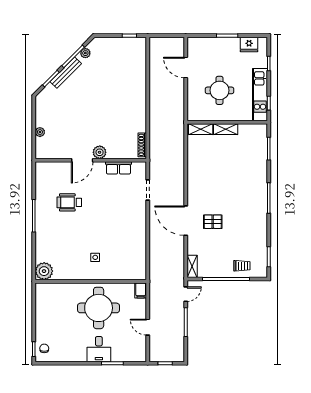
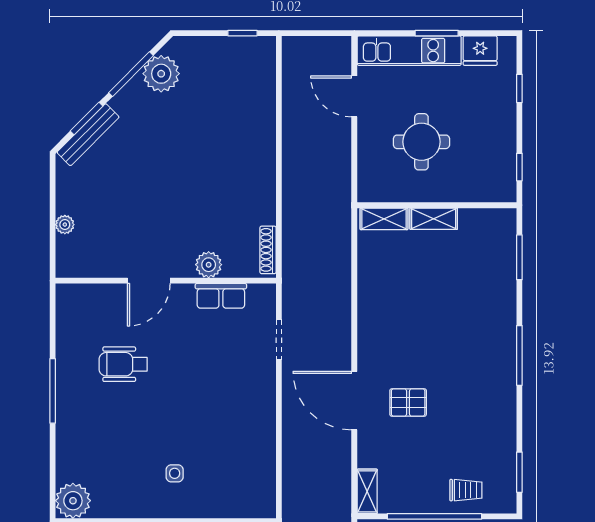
plant: (85, 53) -> (161, 74), width x1.87, depth x1.87
bench: (66, 73) -> (88, 135), moved
kitchen unit: (260, 95) -> (409, 51), moved, turned -90
plant: (100, 152) -> (209, 265), moved

